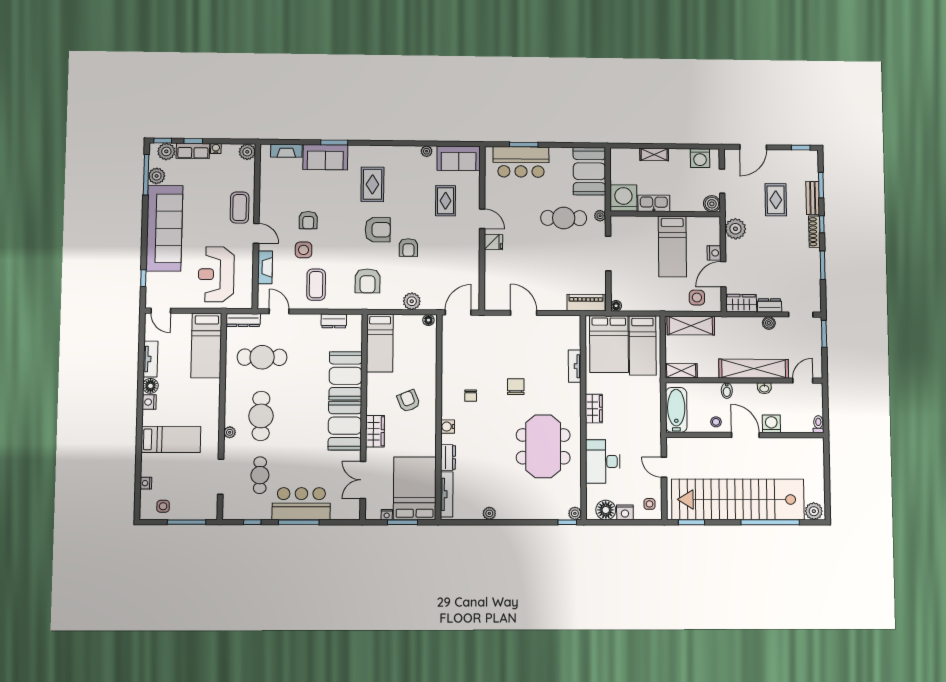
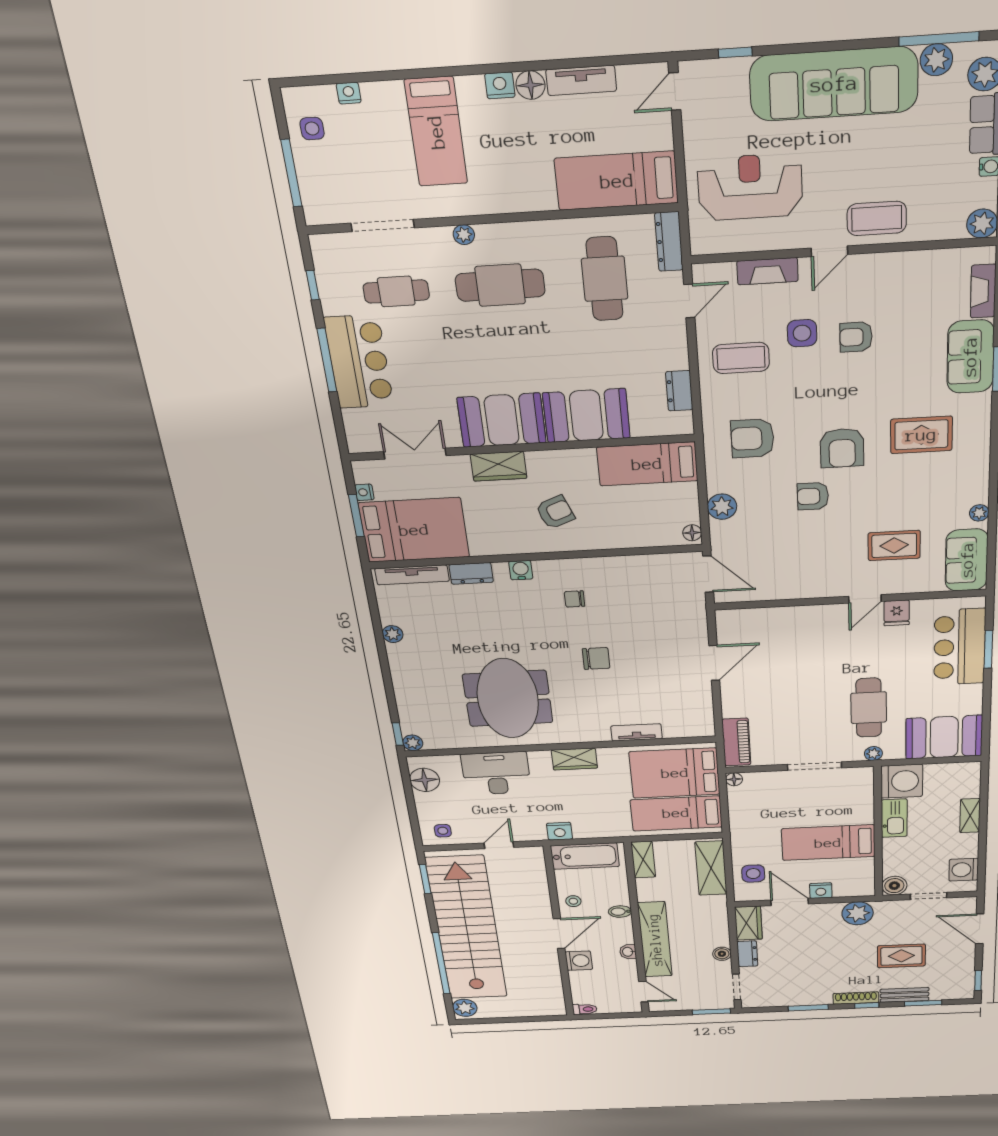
fridge: (493, 242) -> (897, 613), moved
meeting table: (543, 446) -> (508, 698), turned 90
nightstand: (625, 512) -> (560, 831), moved, turned -90

